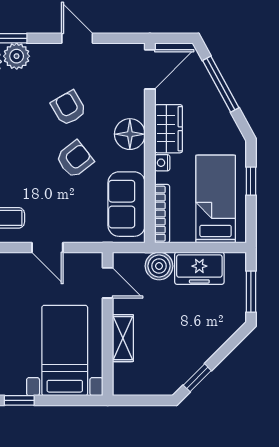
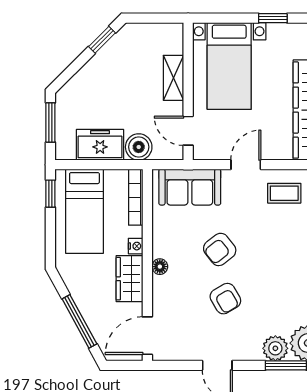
floor lamp: (130, 134) -> (160, 267), width x0.53, depth x0.53
window: (251, 181) -> (50, 194), moved
sofa: (127, 204) -> (190, 187), moved, turned 90
door: (47, 248) -> (246, 165), hinge flipped

